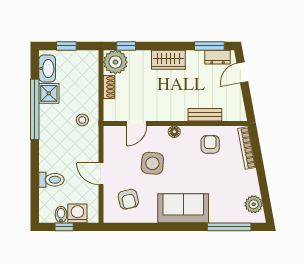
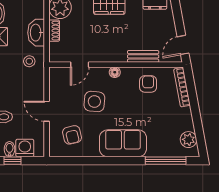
door: (242, 72) -> (183, 45), moved
washbasin: (90, 89) -> (36, 33), added

